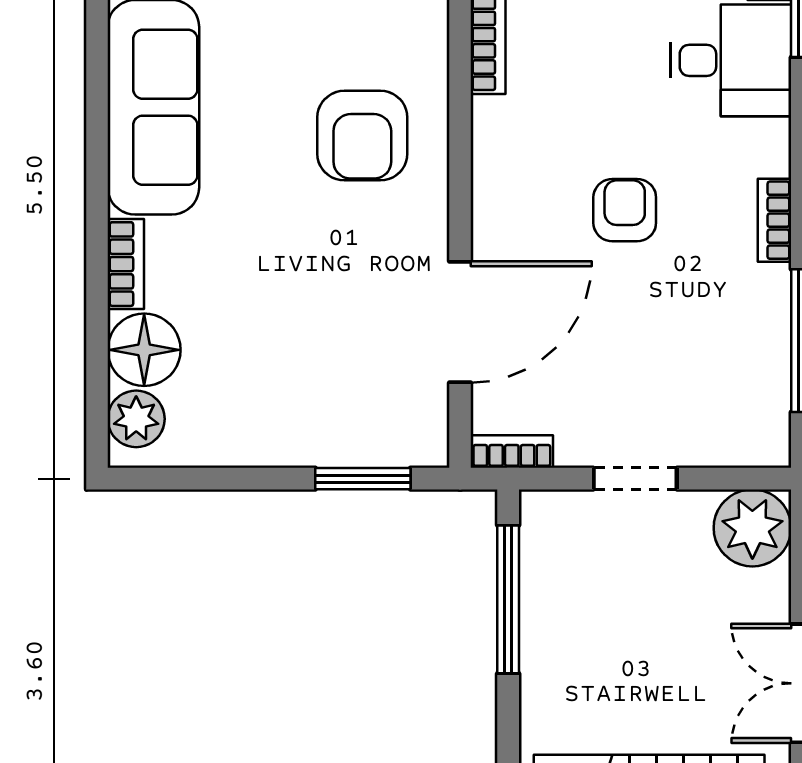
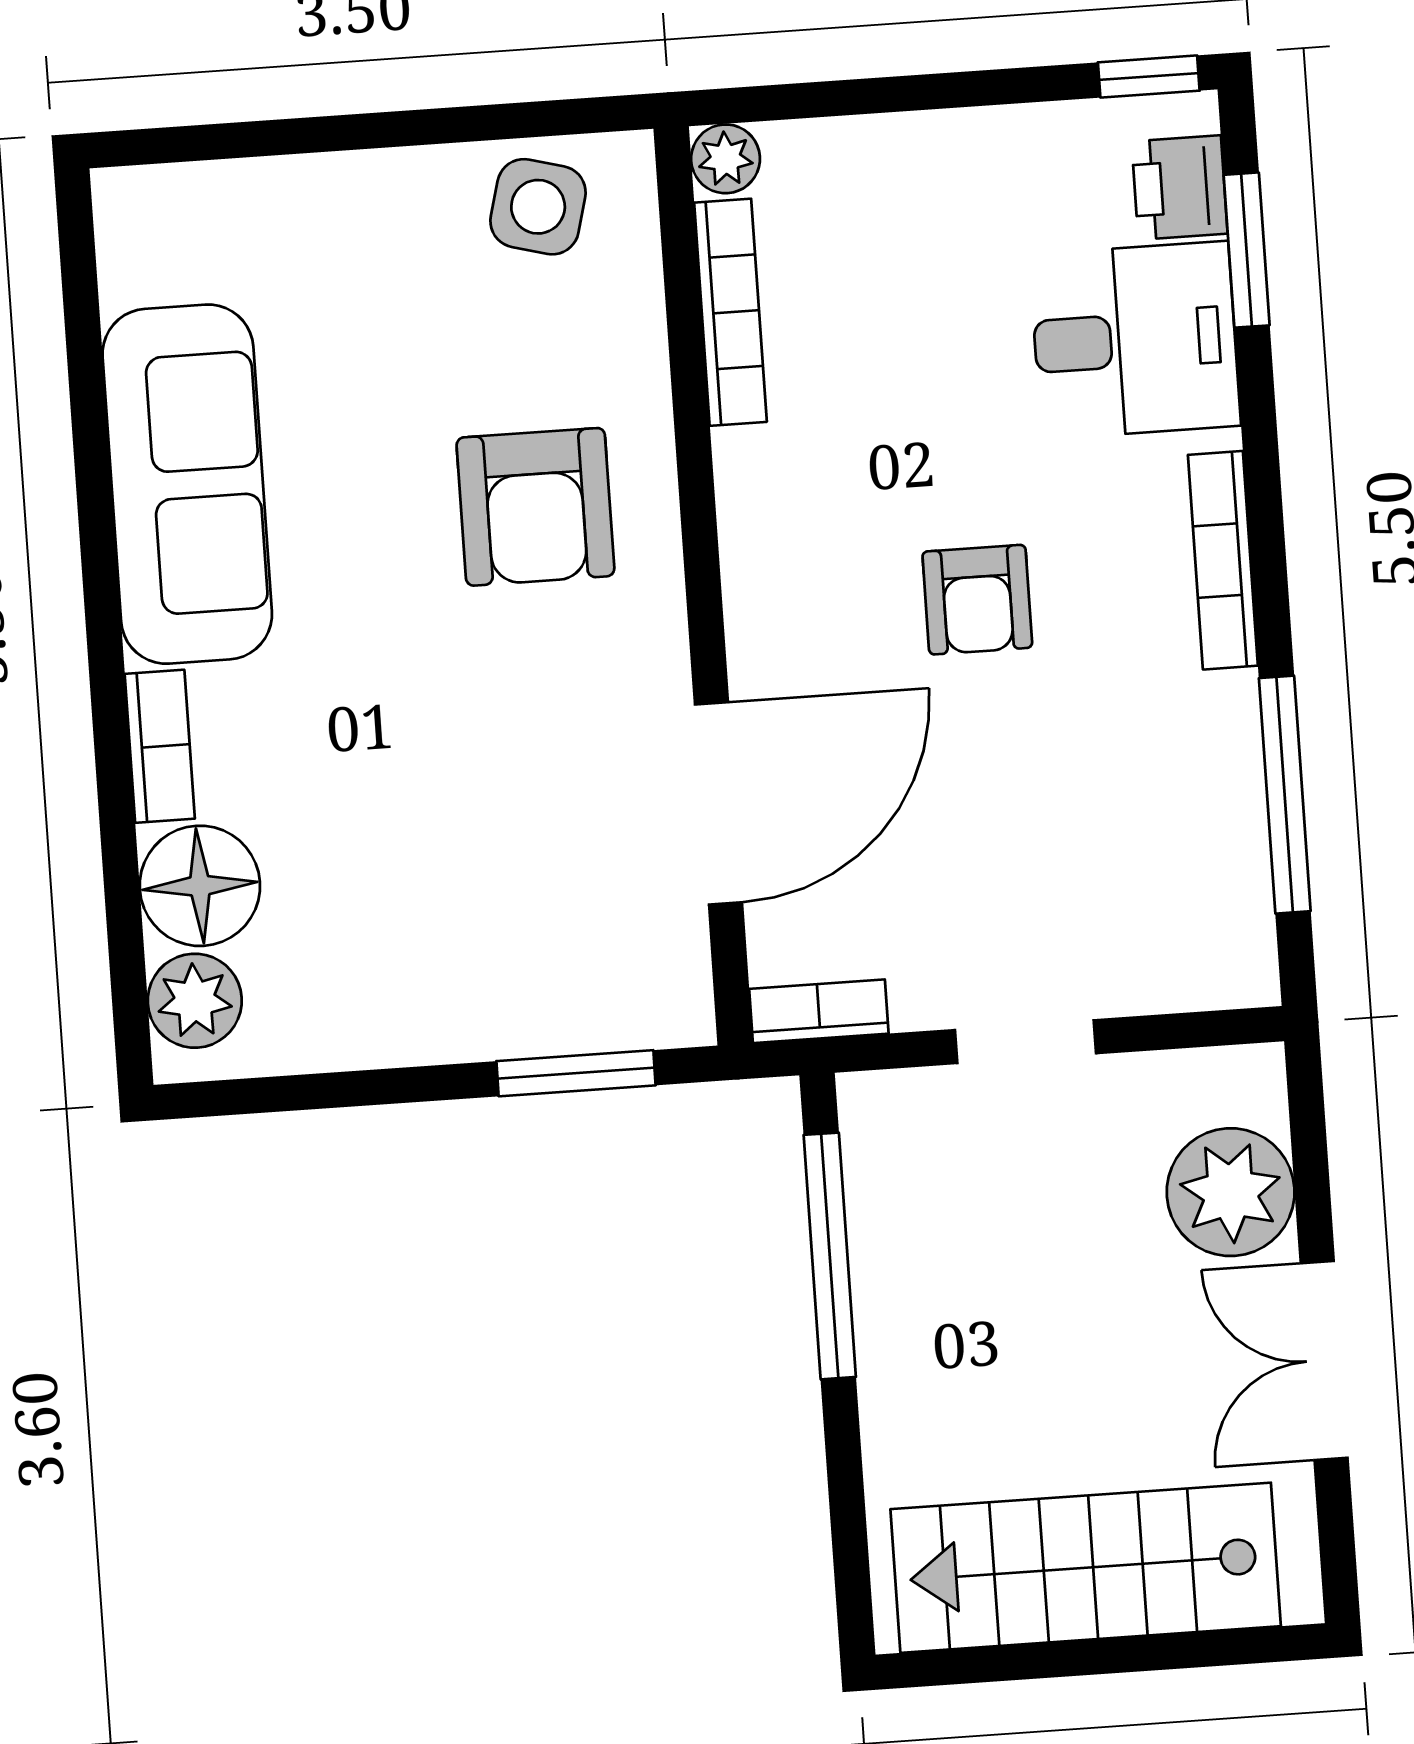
armchair: (625, 210) -> (977, 600), turned 180
bookcase: (774, 220) -> (1223, 560), width x1.56
plant: (752, 528) -> (1231, 1192), moved

